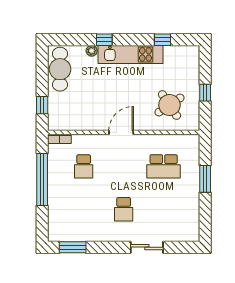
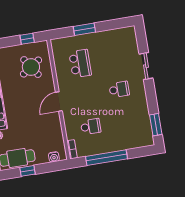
window: (205, 93) -> (27, 39), moved
window: (42, 105) -> (28, 171), moved
water cooler: (54, 115) -> (54, 157), added
door: (121, 132) -> (59, 101), hinge flipped

